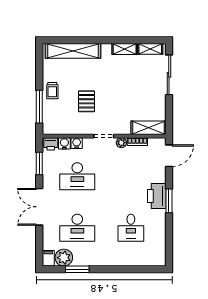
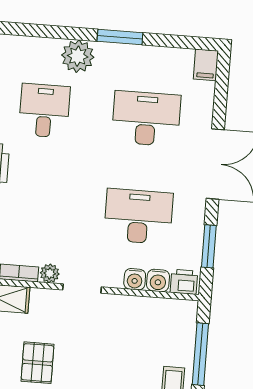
pallet: (86, 101) -> (38, 363), moved
plant: (64, 258) -> (78, 56), moved
window: (77, 269) -> (120, 37), moved

